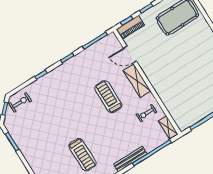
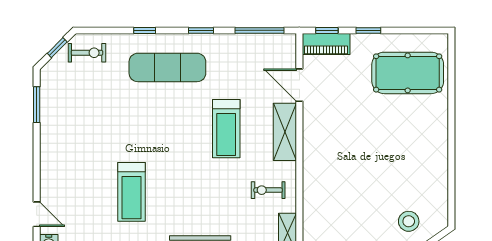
exercise mat: (63, 85) -> (167, 67), added
treadmill: (108, 97) -> (226, 129), turned 180

